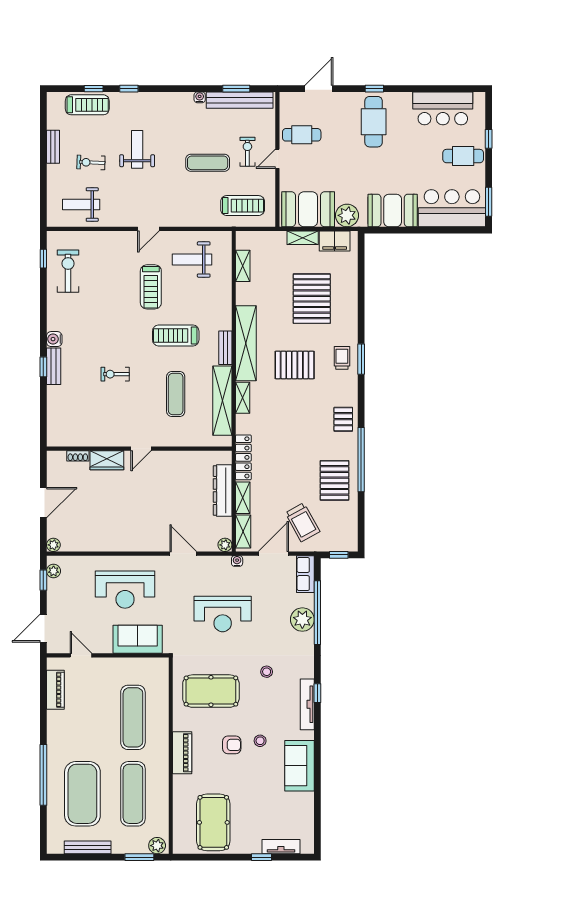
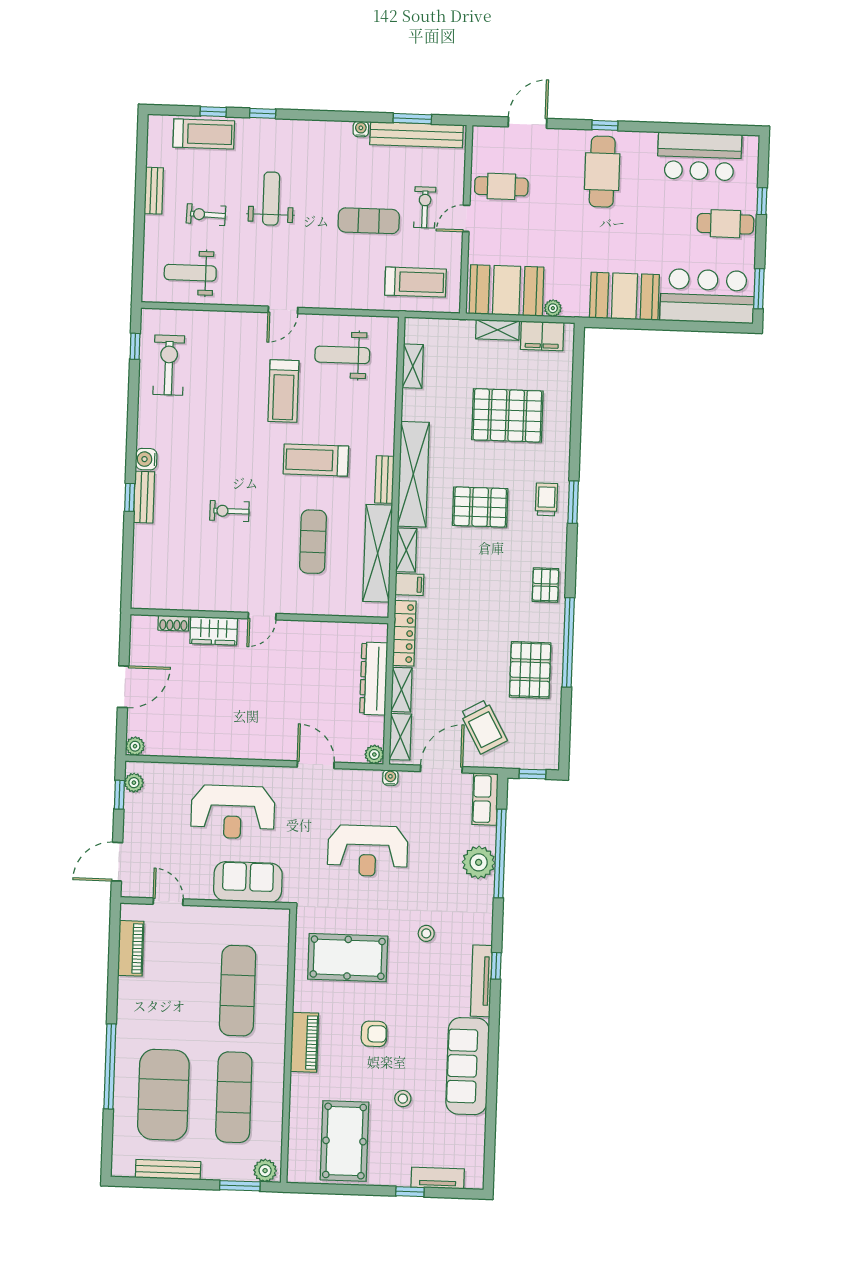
plant: (347, 215) -> (553, 308), width x0.53, depth x0.53
pallet: (312, 299) -> (507, 415), turned 90
filing cabinet: (246, 422) -> (409, 584), added
stool: (260, 741) -> (403, 1099), moved
sofa: (300, 766) -> (468, 1066), width x1.36

